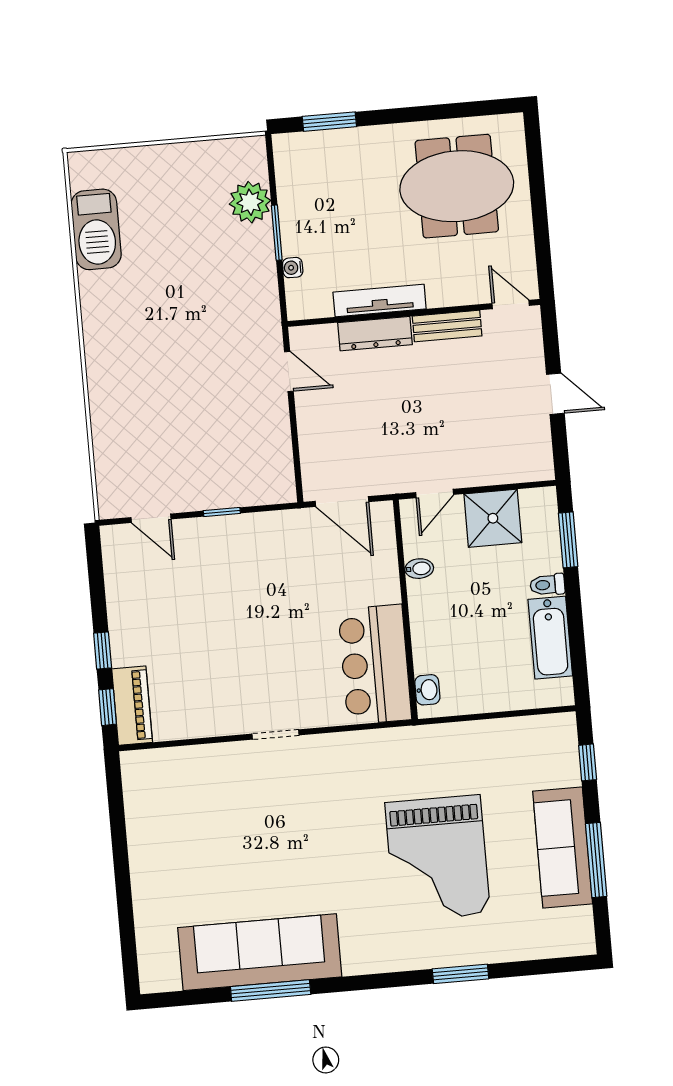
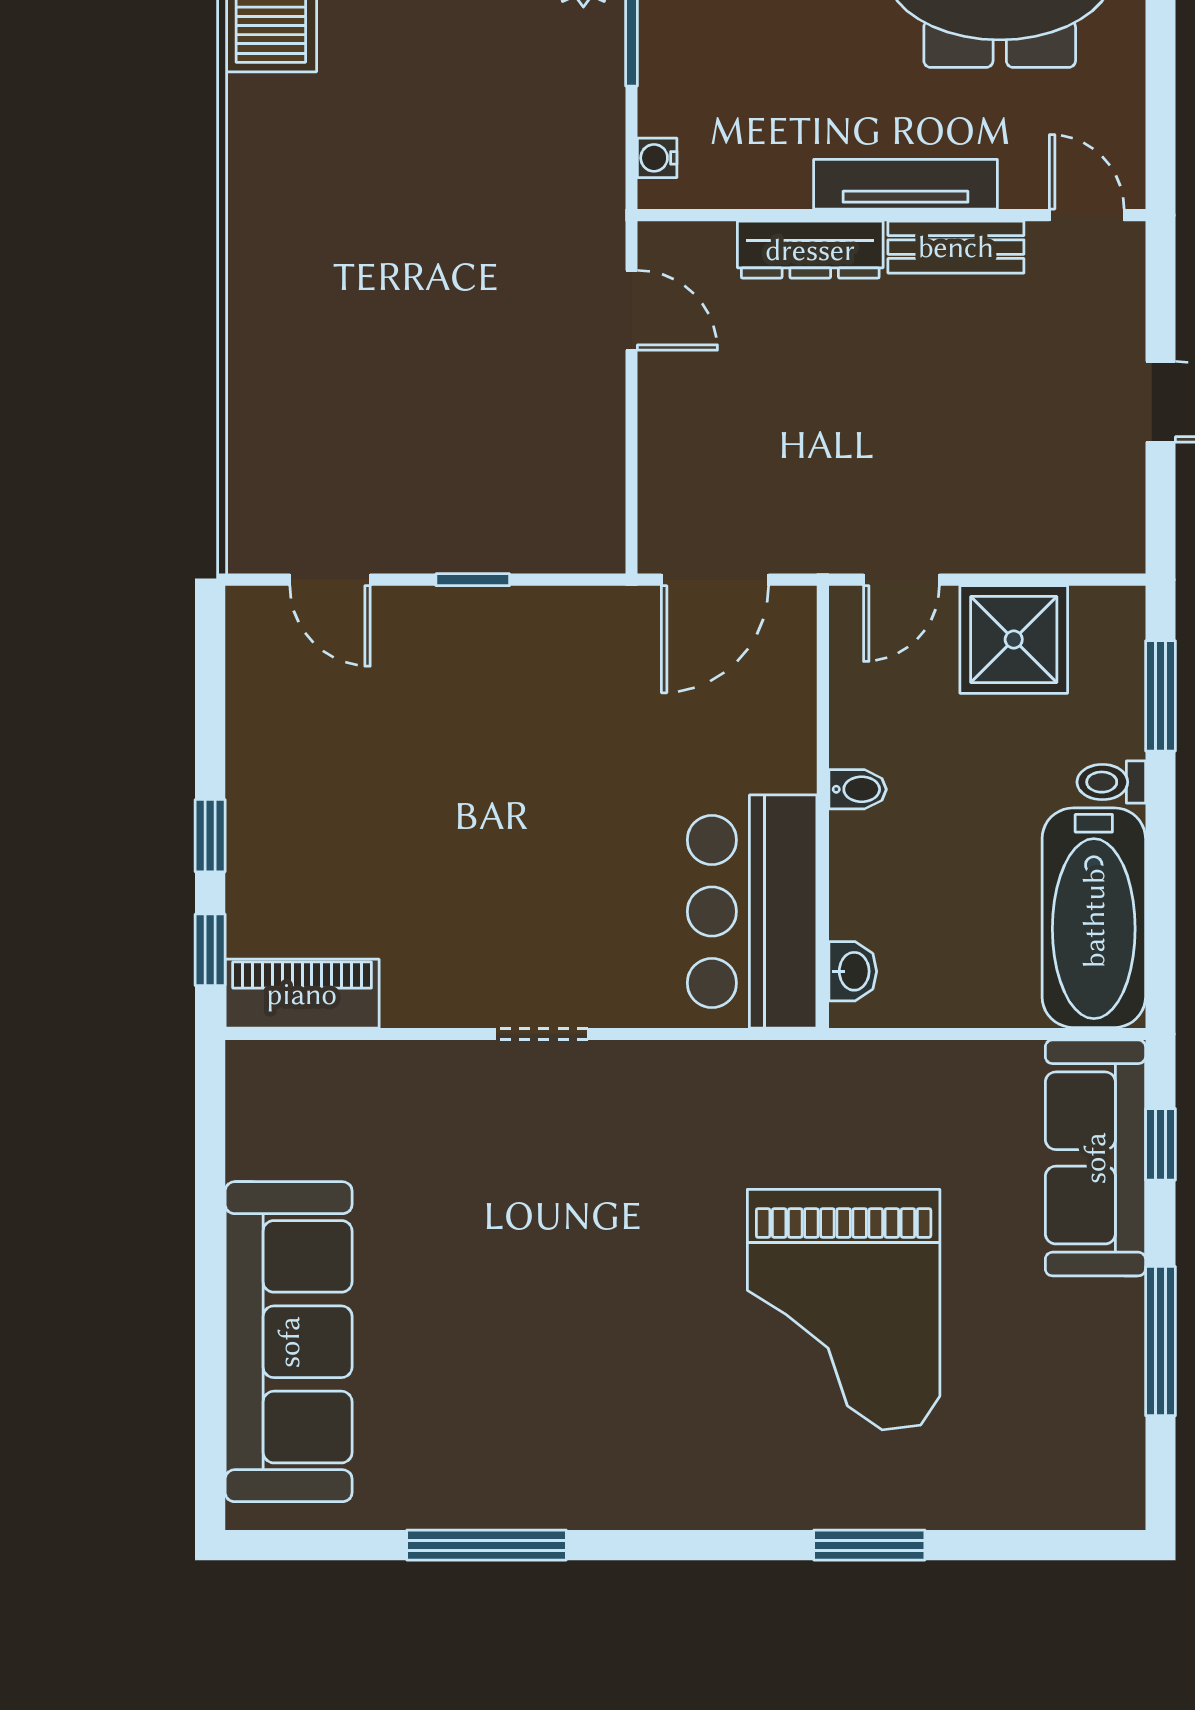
water cooler: (293, 268) -> (657, 158), moved
tv unit: (380, 300) -> (905, 184), moved
door: (342, 502) -> (715, 580), hinge flipped
bidet: (419, 569) -> (858, 789), moved
bathtub: (550, 638) -> (1094, 918), width x1.36, depth x1.36
piano: (132, 706) -> (302, 994), moved, turned -90
sofa: (563, 847) -> (1095, 1158), moved
sofa: (260, 952) -> (289, 1342), moved, turned 90

